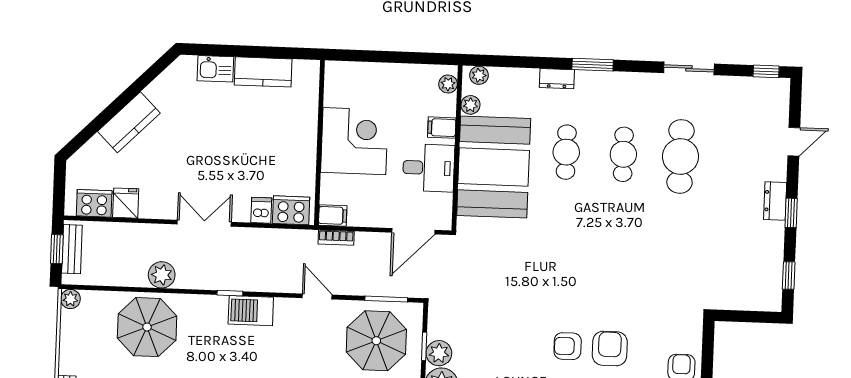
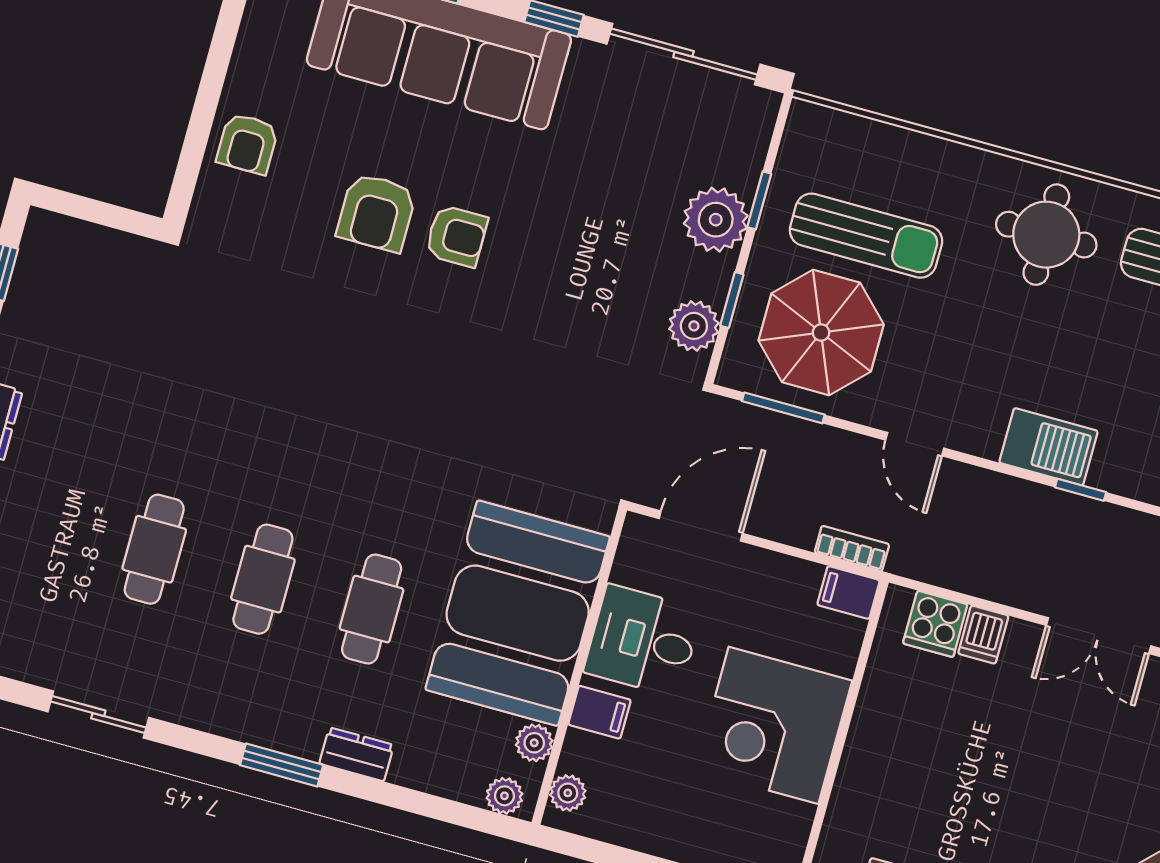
cafe table: (681, 156) -> (154, 549), width x0.73, depth x0.74
cooker: (291, 210) -> (935, 624), width x0.73
plant: (439, 353) -> (694, 326), moved

